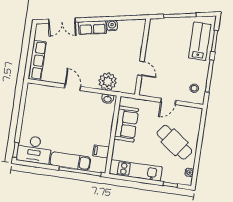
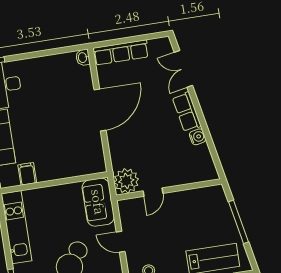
plant: (108, 81) -> (126, 181), moved
door: (72, 87) -> (100, 110), width x1.87
washbasin: (108, 99) -> (83, 58), moved
sofa: (126, 124) -> (98, 202), moved, turned 90

